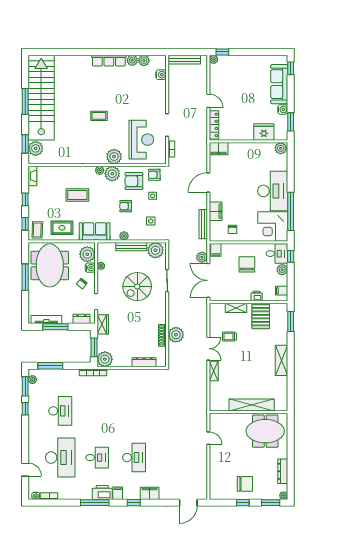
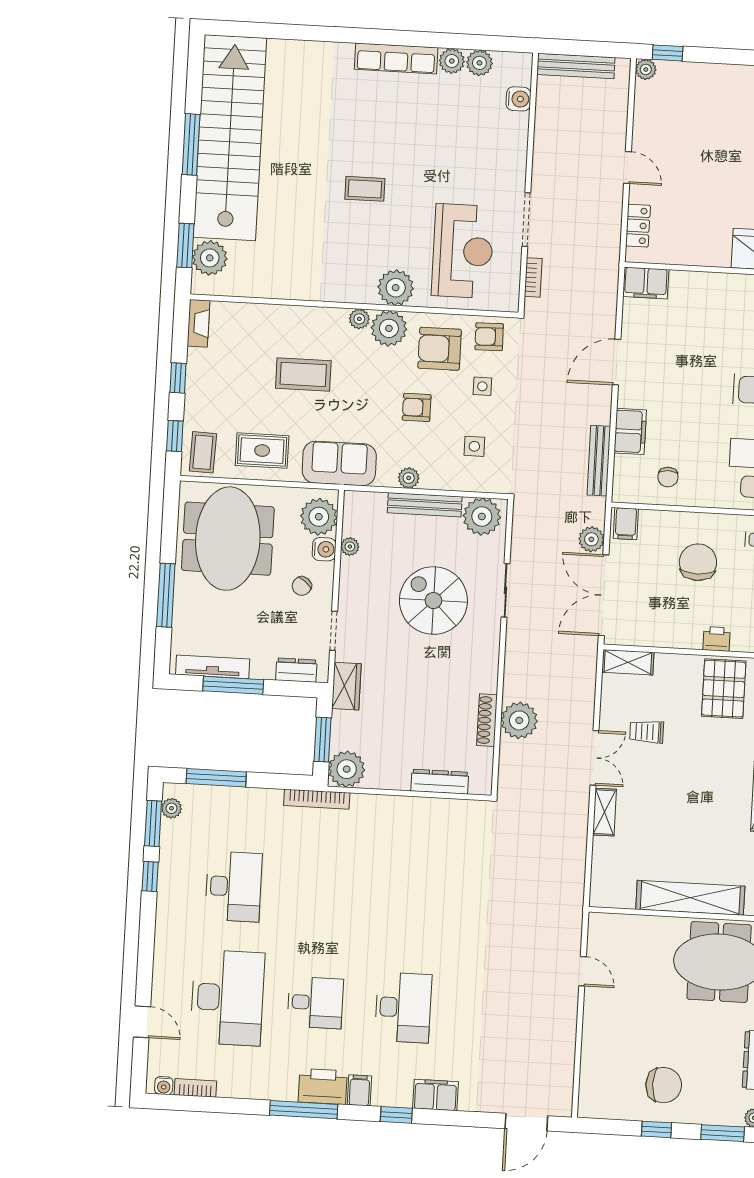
locker: (214, 125) -> (638, 226), width x0.66
window: (25, 277) -> (166, 595), moved
spiral stairs: (137, 287) -> (433, 601), turned 90
shelving: (236, 308) -> (628, 662), moved

